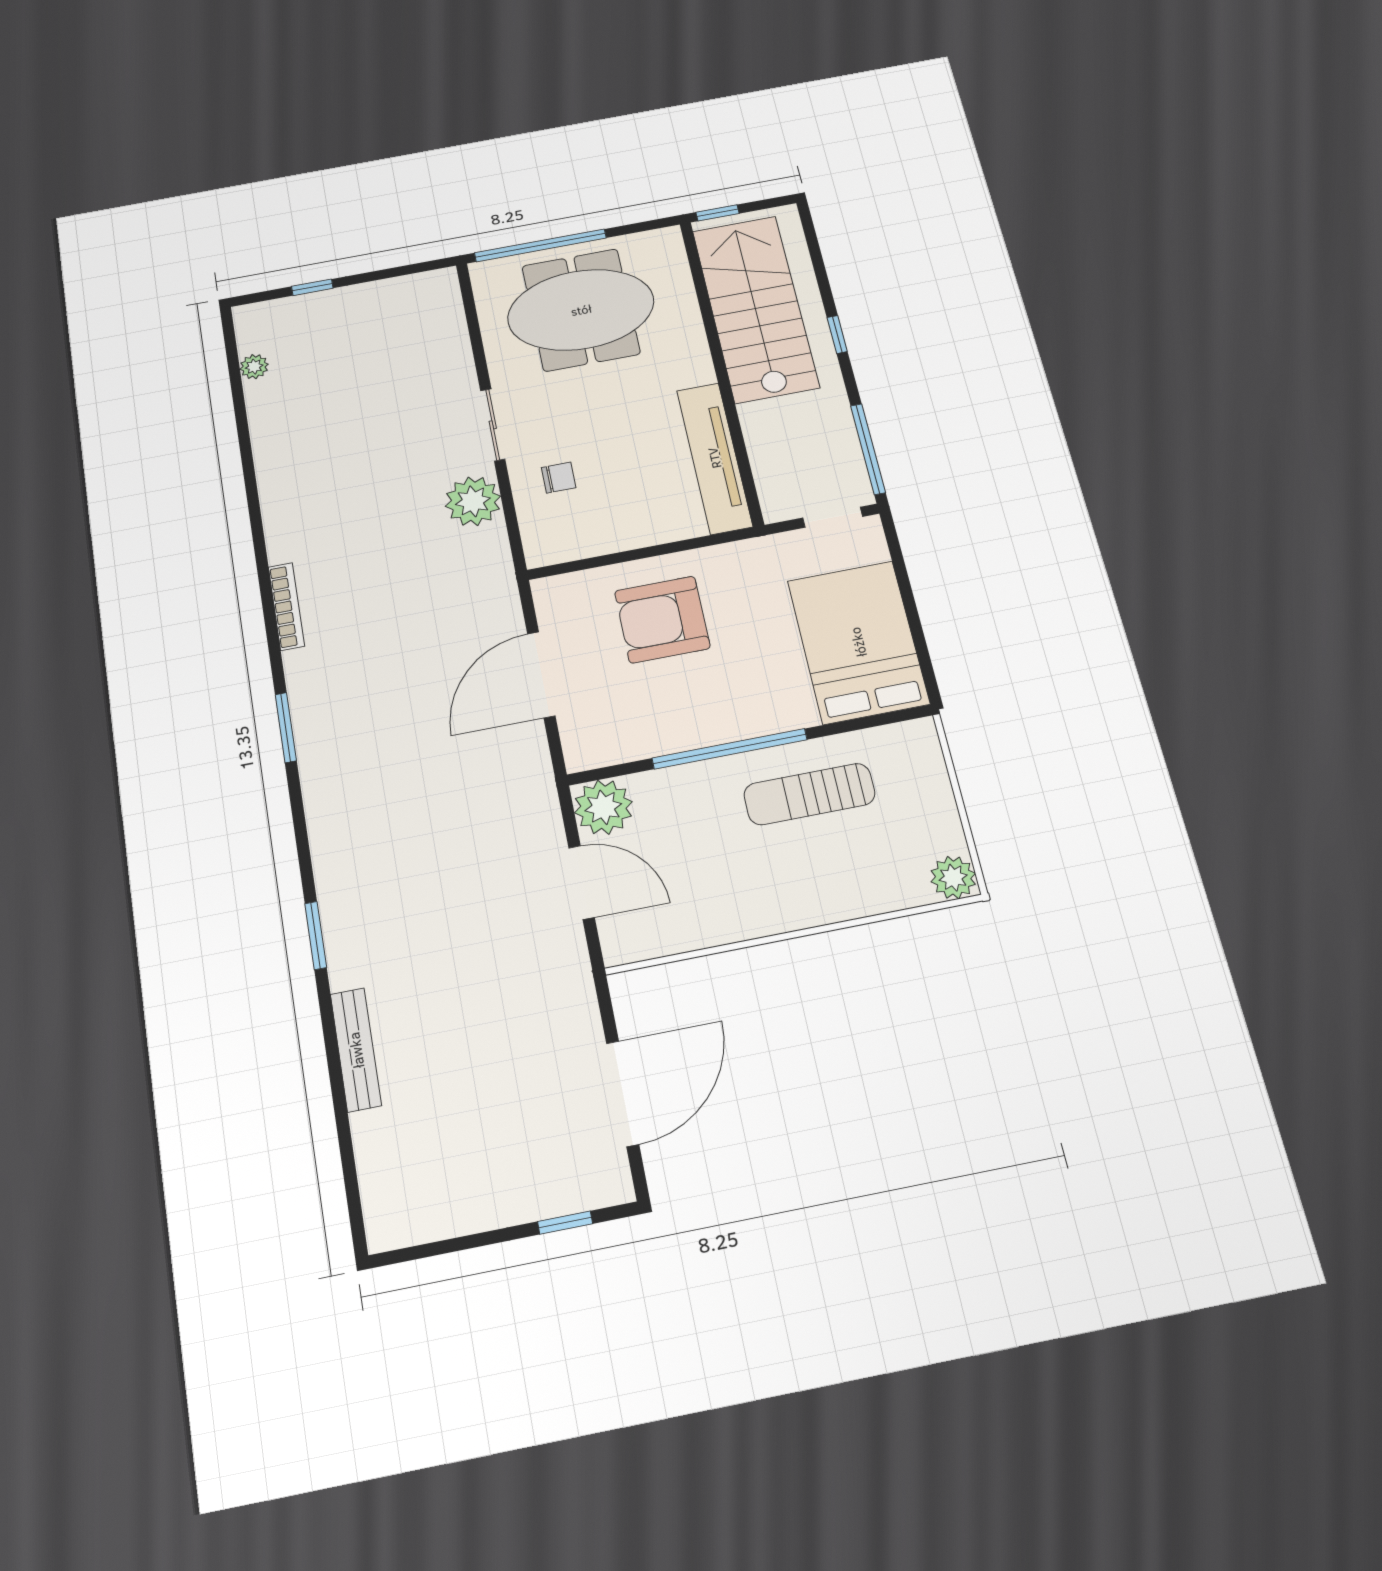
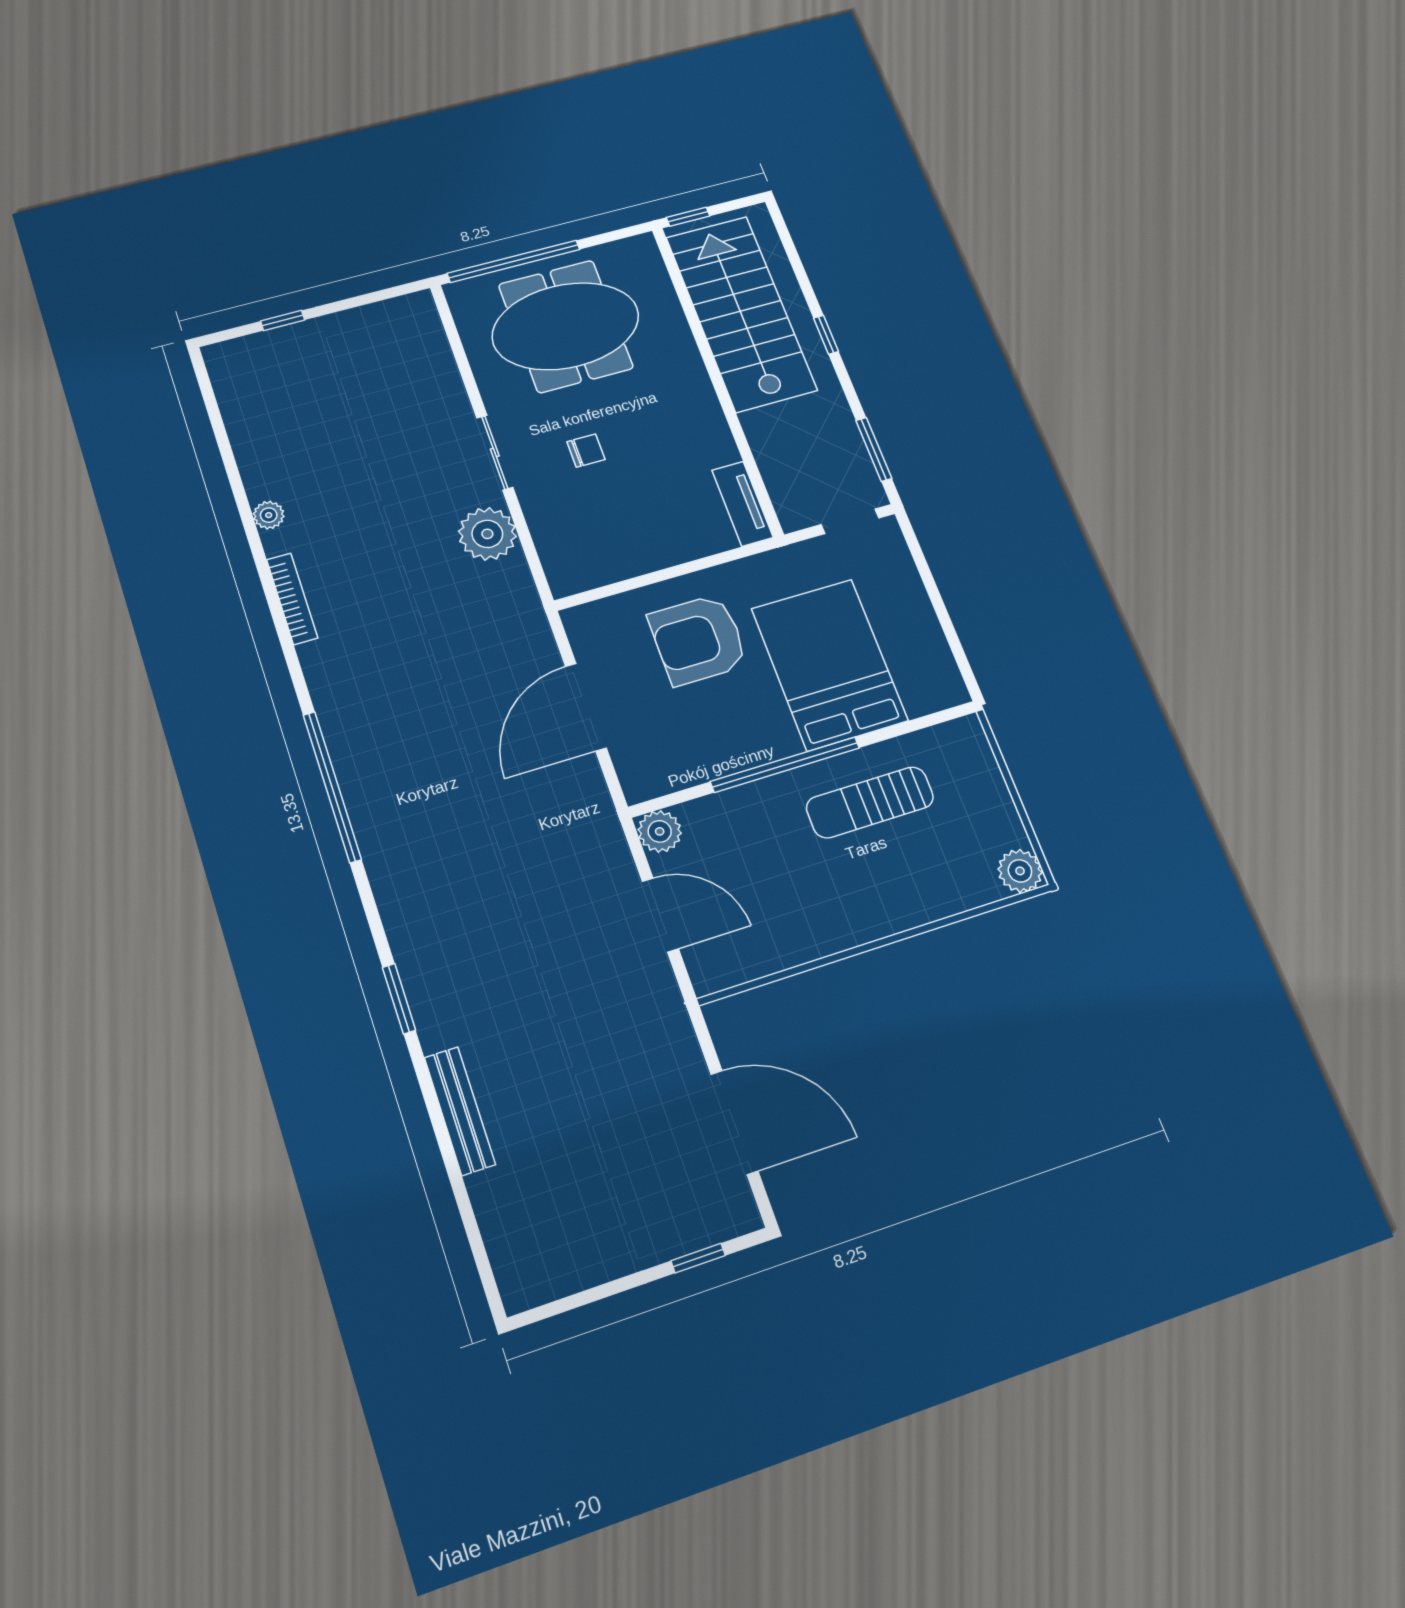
plant: (254, 367) -> (269, 515), moved
window: (868, 449) -> (874, 449), width x0.69
tv unit: (714, 458) -> (743, 504), width x0.52, depth x0.78
chair: (559, 478) -> (586, 451), moved
bookcase: (286, 606) -> (292, 599), moved
bed: (858, 642) -> (829, 664), moved
window: (286, 727) -> (332, 787), width x2.11
plant: (603, 807) -> (660, 831), width x0.73, depth x0.73
door: (623, 1094) -> (734, 1122), hinge flipped

